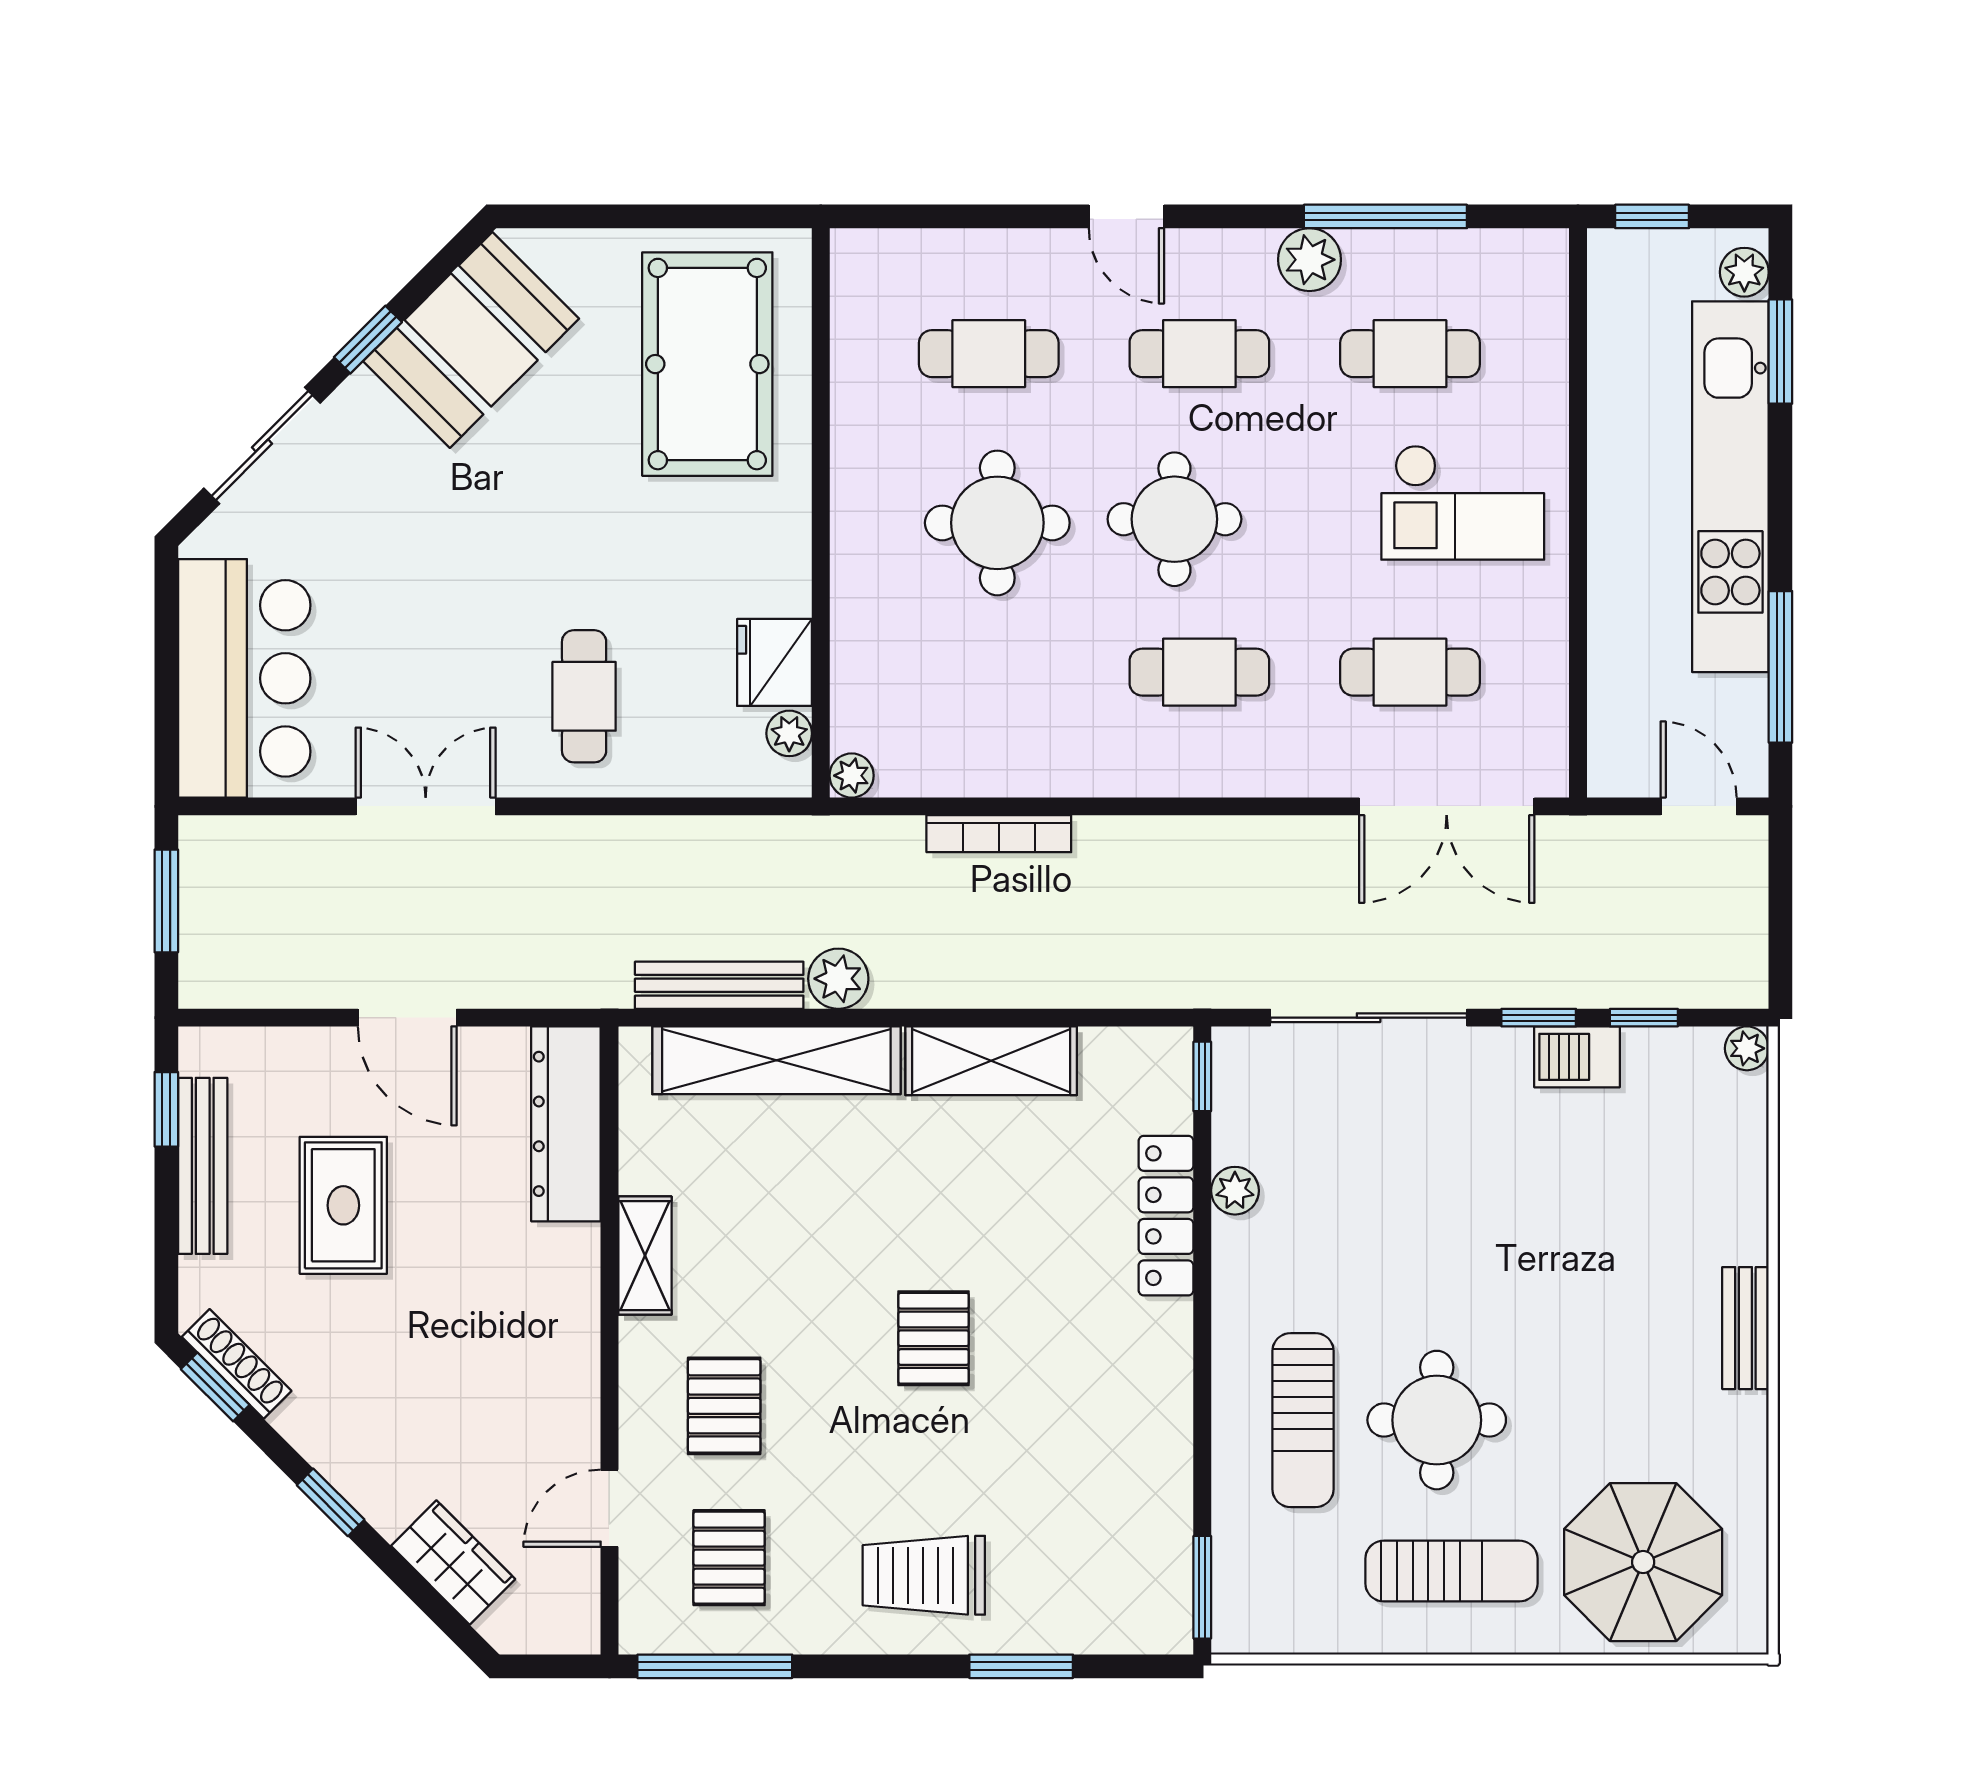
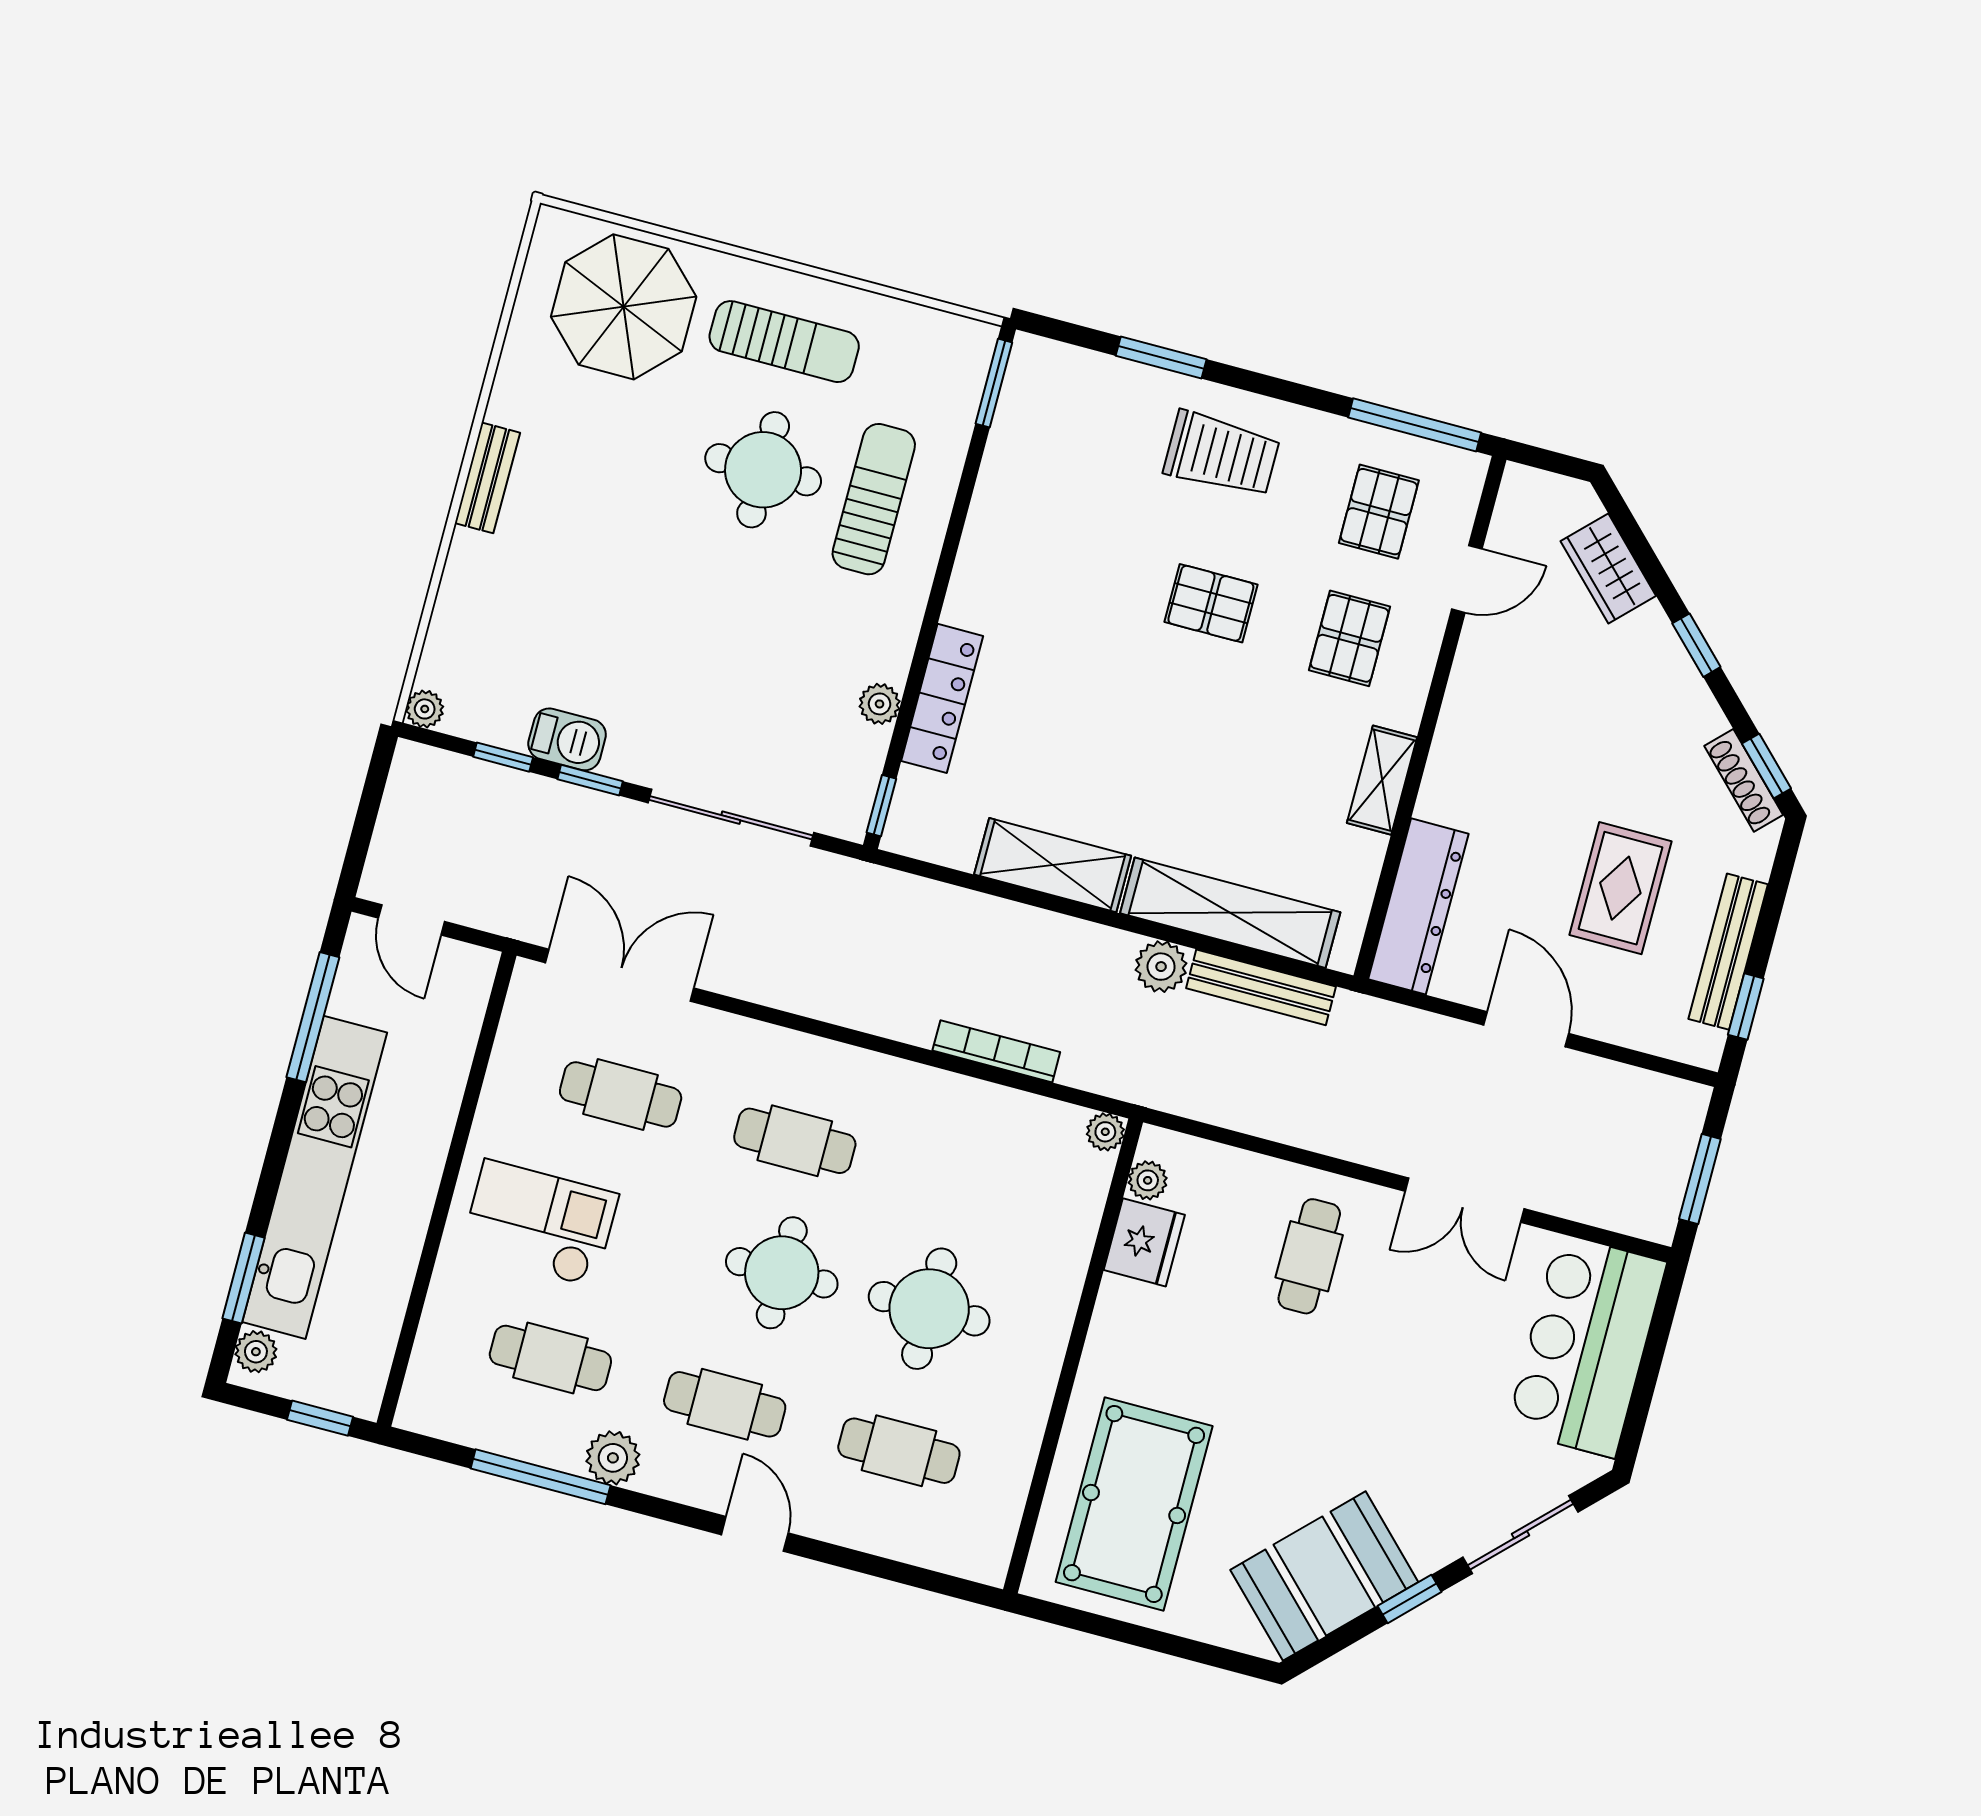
pallet: (934, 1338) -> (1211, 603), moved, turned 90
sun lounger: (1451, 1571) -> (784, 342), turned 180

